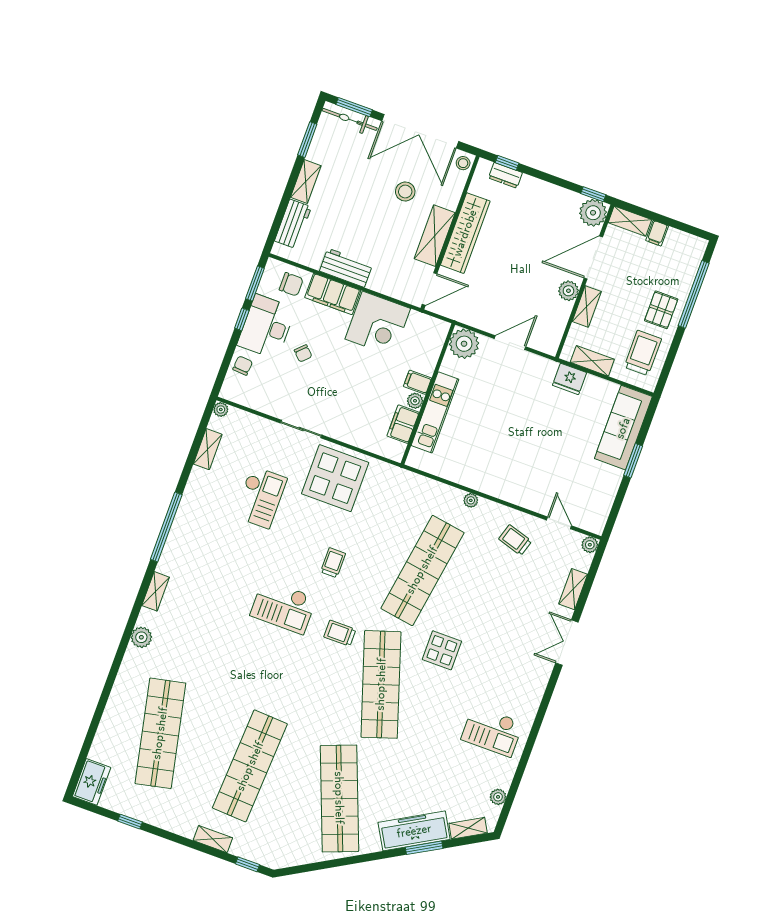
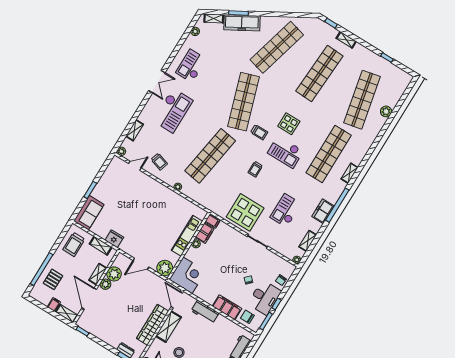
plant: (593, 213) -> (114, 274), moved
door: (593, 257) -> (89, 299), swing flipped
workbench: (346, 268) -> (205, 312), moved
door: (430, 289) -> (177, 300), hinge flipped
pallet: (661, 310) -> (53, 279), moved
corner desk: (378, 324) -> (188, 275), moved, turned 90
filing cabinet: (418, 382) -> (212, 221), moved
sofa: (623, 428) -> (89, 213), width x0.73
door: (559, 523) -> (135, 166), swing flipped
checkout: (283, 607) -> (285, 152), turned 180
shop shelf: (202, 619) -> (329, 154), added
plant: (141, 637) -> (386, 111), moved
checkout: (510, 640) -> (173, 111), added
double door: (567, 643) -> (157, 82), moved
display table: (442, 650) -> (289, 124), moved
checkout: (492, 731) -> (191, 66), turned -90
freezer: (92, 782) -> (323, 211), moved
shop shelf: (339, 798) -> (277, 47), turned 36

